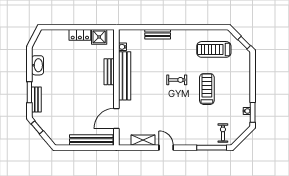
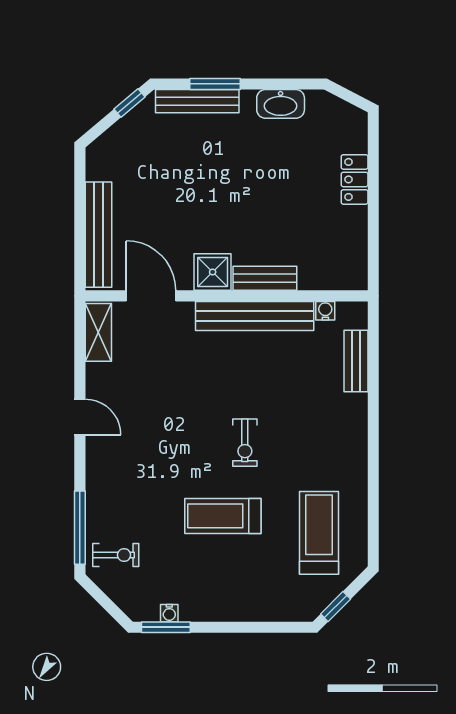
bench: (158, 34) -> (356, 361), moved
locker: (80, 35) -> (355, 179), moved
shower: (99, 37) -> (213, 272), moved
treadmill: (207, 89) -> (223, 516), turned 180
bench: (36, 100) -> (197, 101), width x1.36
shelving: (143, 140) -> (98, 332), moved
door: (166, 148) -> (80, 417), hinge flipped

